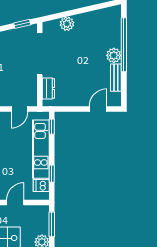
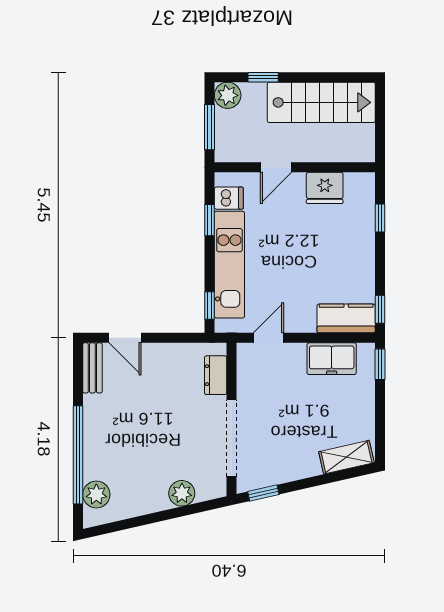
plant: (114, 55) -> (96, 494), moved
bench: (116, 78) -> (92, 368), moved
door: (98, 109) -> (125, 338), hinge flipped

